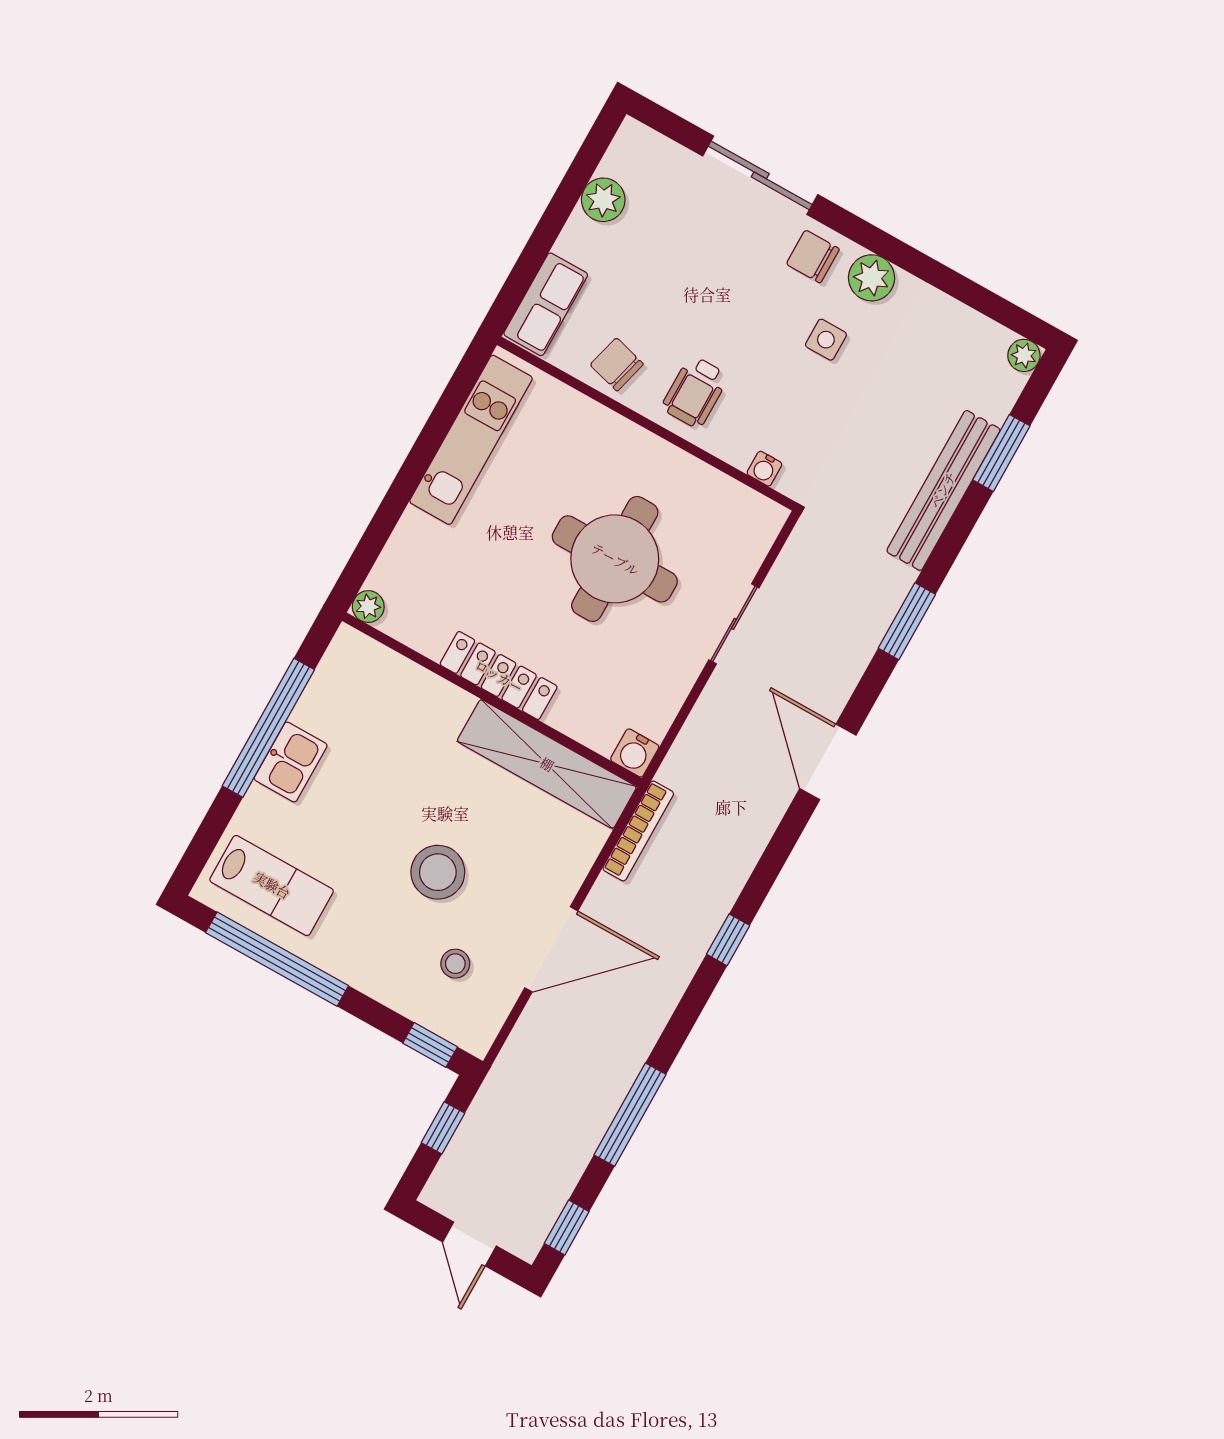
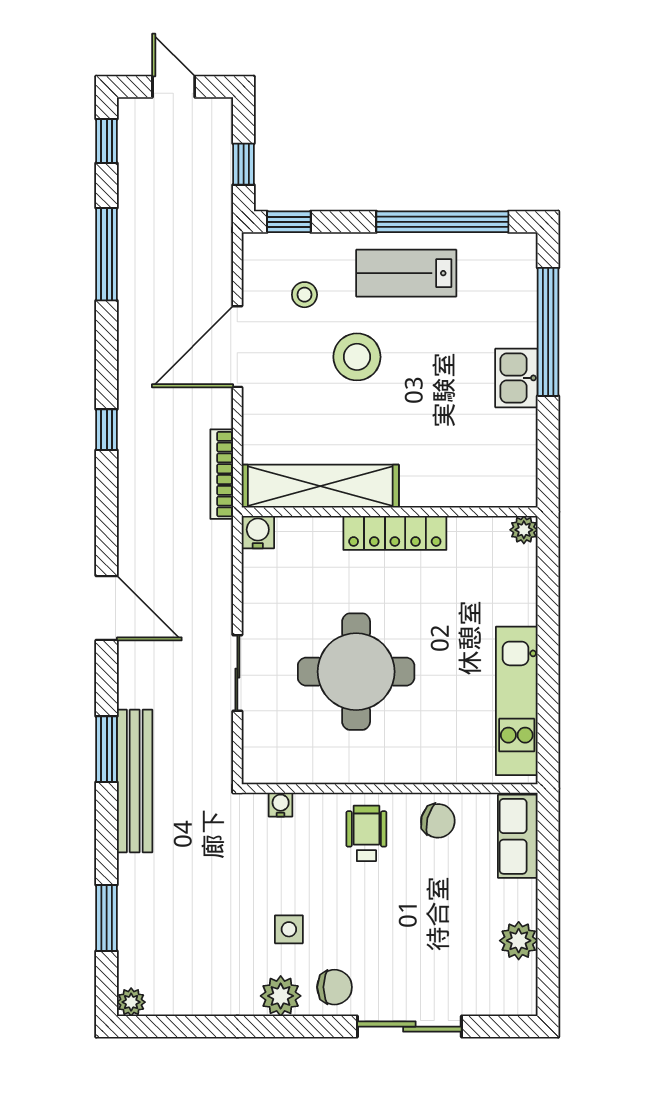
bench: (943, 490) -> (135, 781), moved
window: (268, 728) -> (548, 332), moved
lab bench: (272, 885) -> (406, 273), moved

